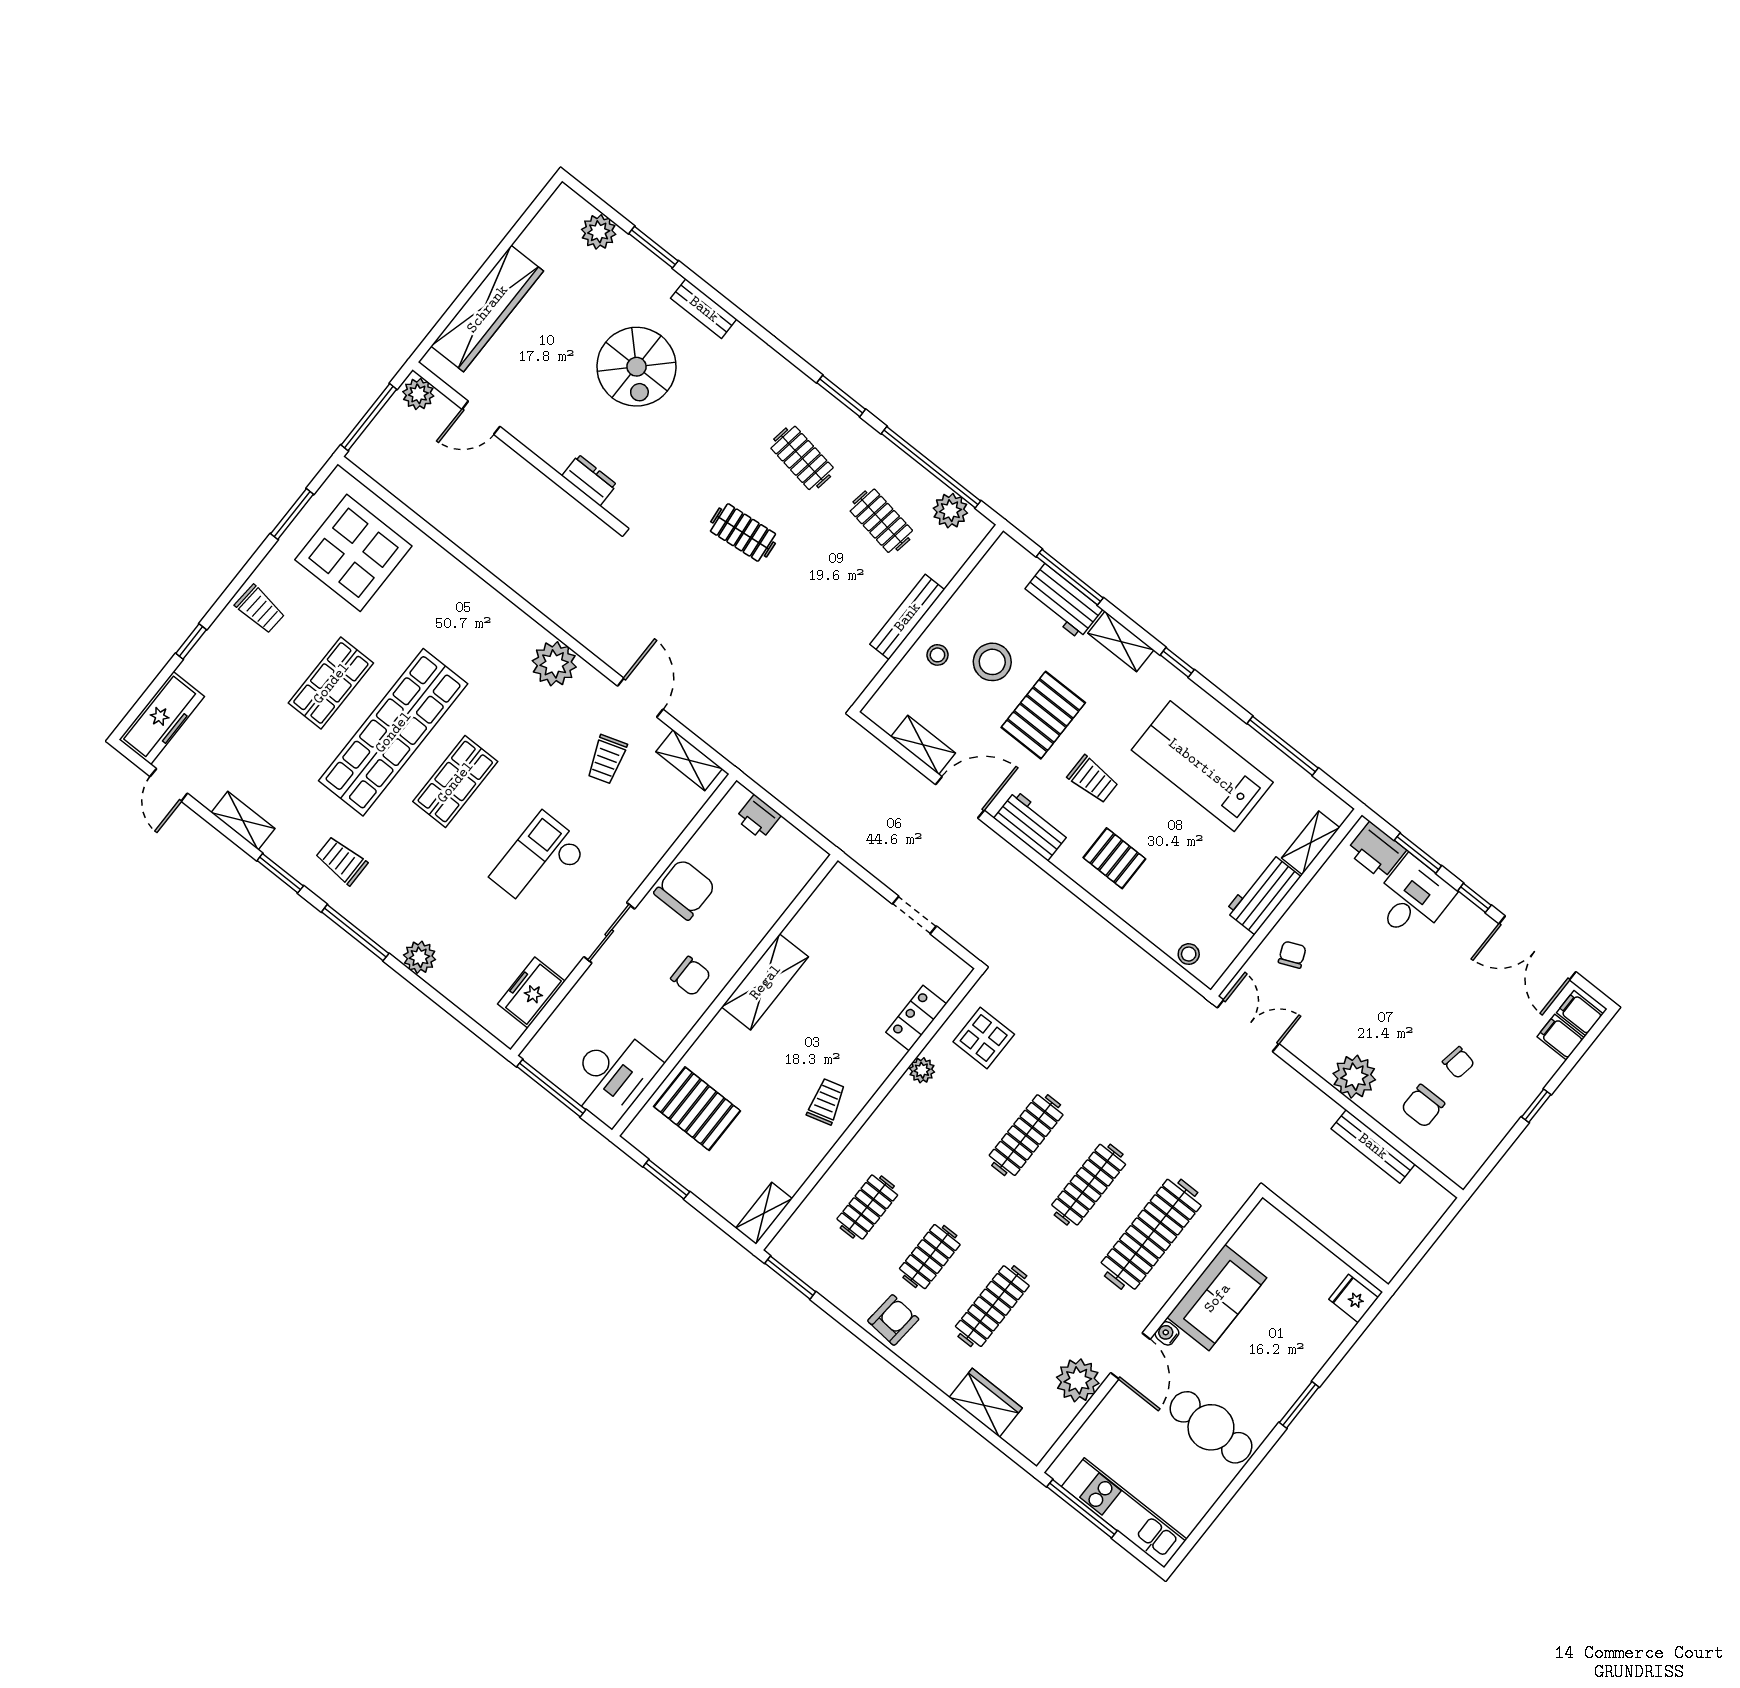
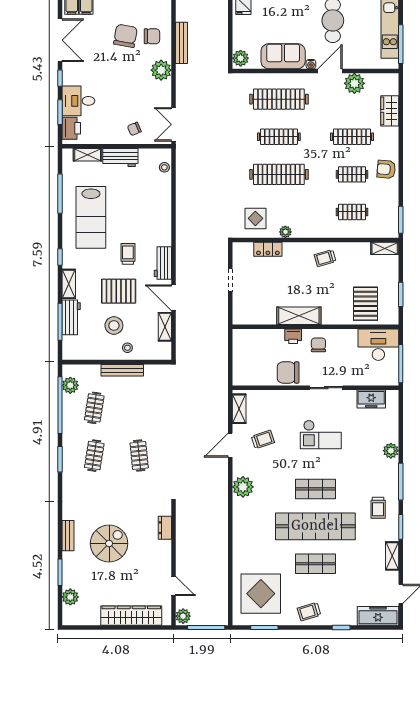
trolley: (260, 609) -> (309, 612), turned -111
printer: (758, 817) -> (293, 336), moved, turned 90
pallet: (1114, 858) -> (151, 223), removed
chair: (1458, 1063) -> (125, 36), width x1.87, depth x1.87
clothes rail: (1026, 1135) -> (279, 174), width x1.37, depth x1.31
plant: (1270, 1224) -> (241, 58), added

